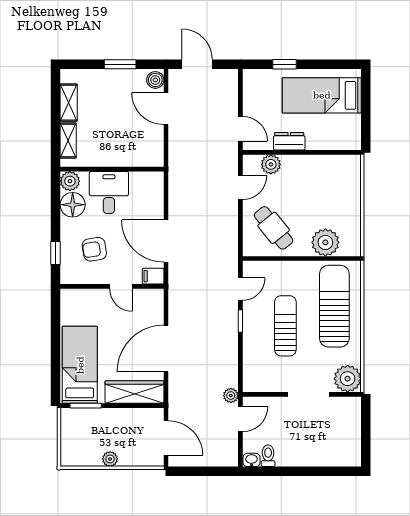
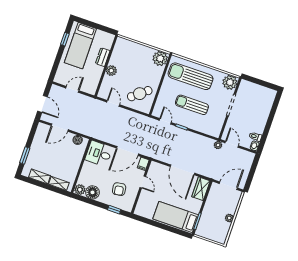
window: (120, 64) -> (25, 155), moved
door: (197, 64) -> (43, 104), swing flipped
window: (285, 64) -> (65, 39), moved
boiler: (155, 80) -> (78, 140), moved
door: (240, 129) -> (72, 89), moved
dresser: (289, 141) -> (103, 57), moved
plant: (271, 164) -> (111, 71), moved
desk: (109, 192) -> (99, 154), moved
plant: (325, 242) -> (160, 58), moved
door: (121, 286) -> (143, 182), hinge flipped
wardrobe: (134, 392) -> (201, 189), width x0.67

